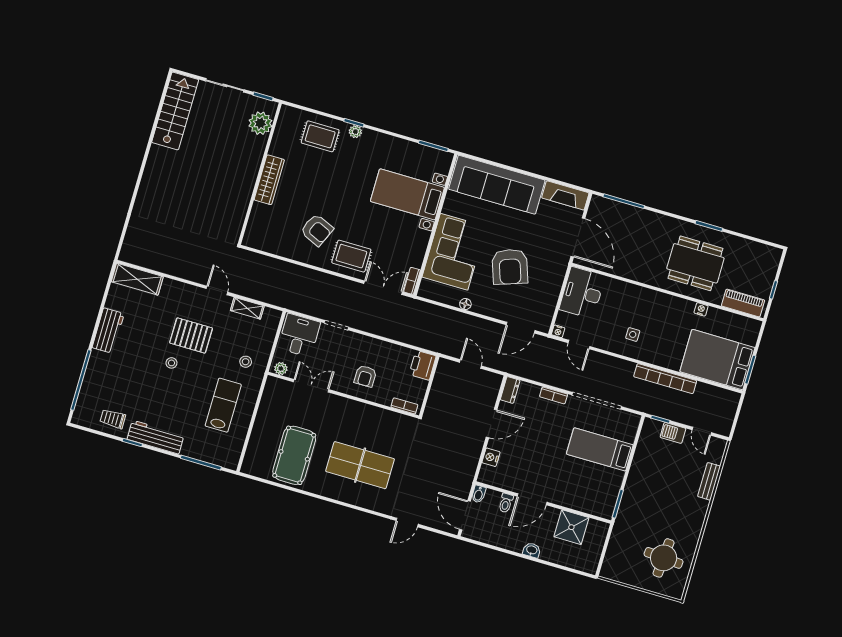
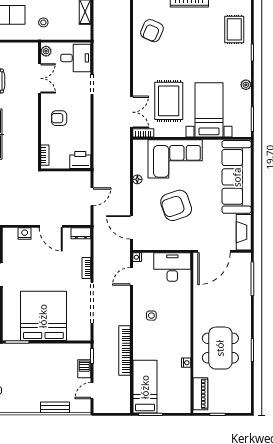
plant: (355, 132) -> (246, 85), moved
armchair: (317, 230) -> (152, 31), moved
rug: (351, 256) -> (169, 101), moved, width x1.36, depth x1.43
bed: (717, 360) -> (145, 387), width x0.67
bed: (600, 449) -> (43, 316), width x2.04

